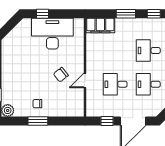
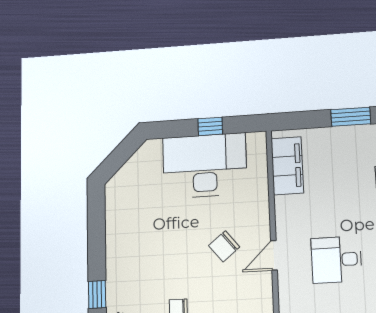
window: (43, 14) -> (210, 126), moved
filing cabinet: (100, 25) -> (287, 166), moved, turned -90

